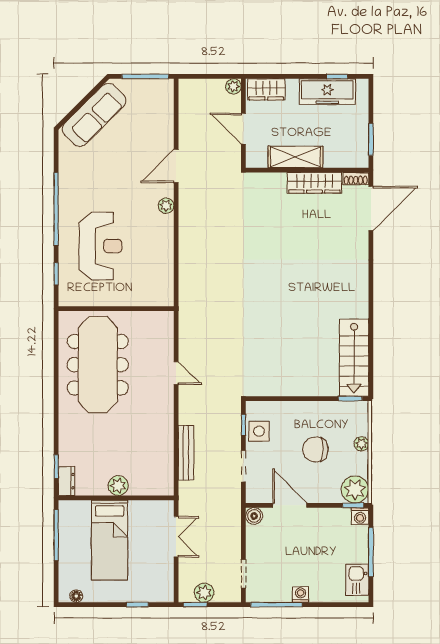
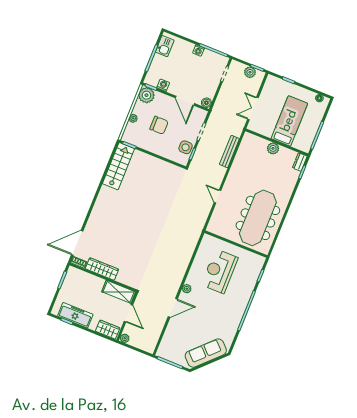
shelving: (295, 157) -> (119, 292), moved
reception desk: (100, 246) -> (220, 271), moved
washing machine: (360, 516) -> (163, 85), moved

